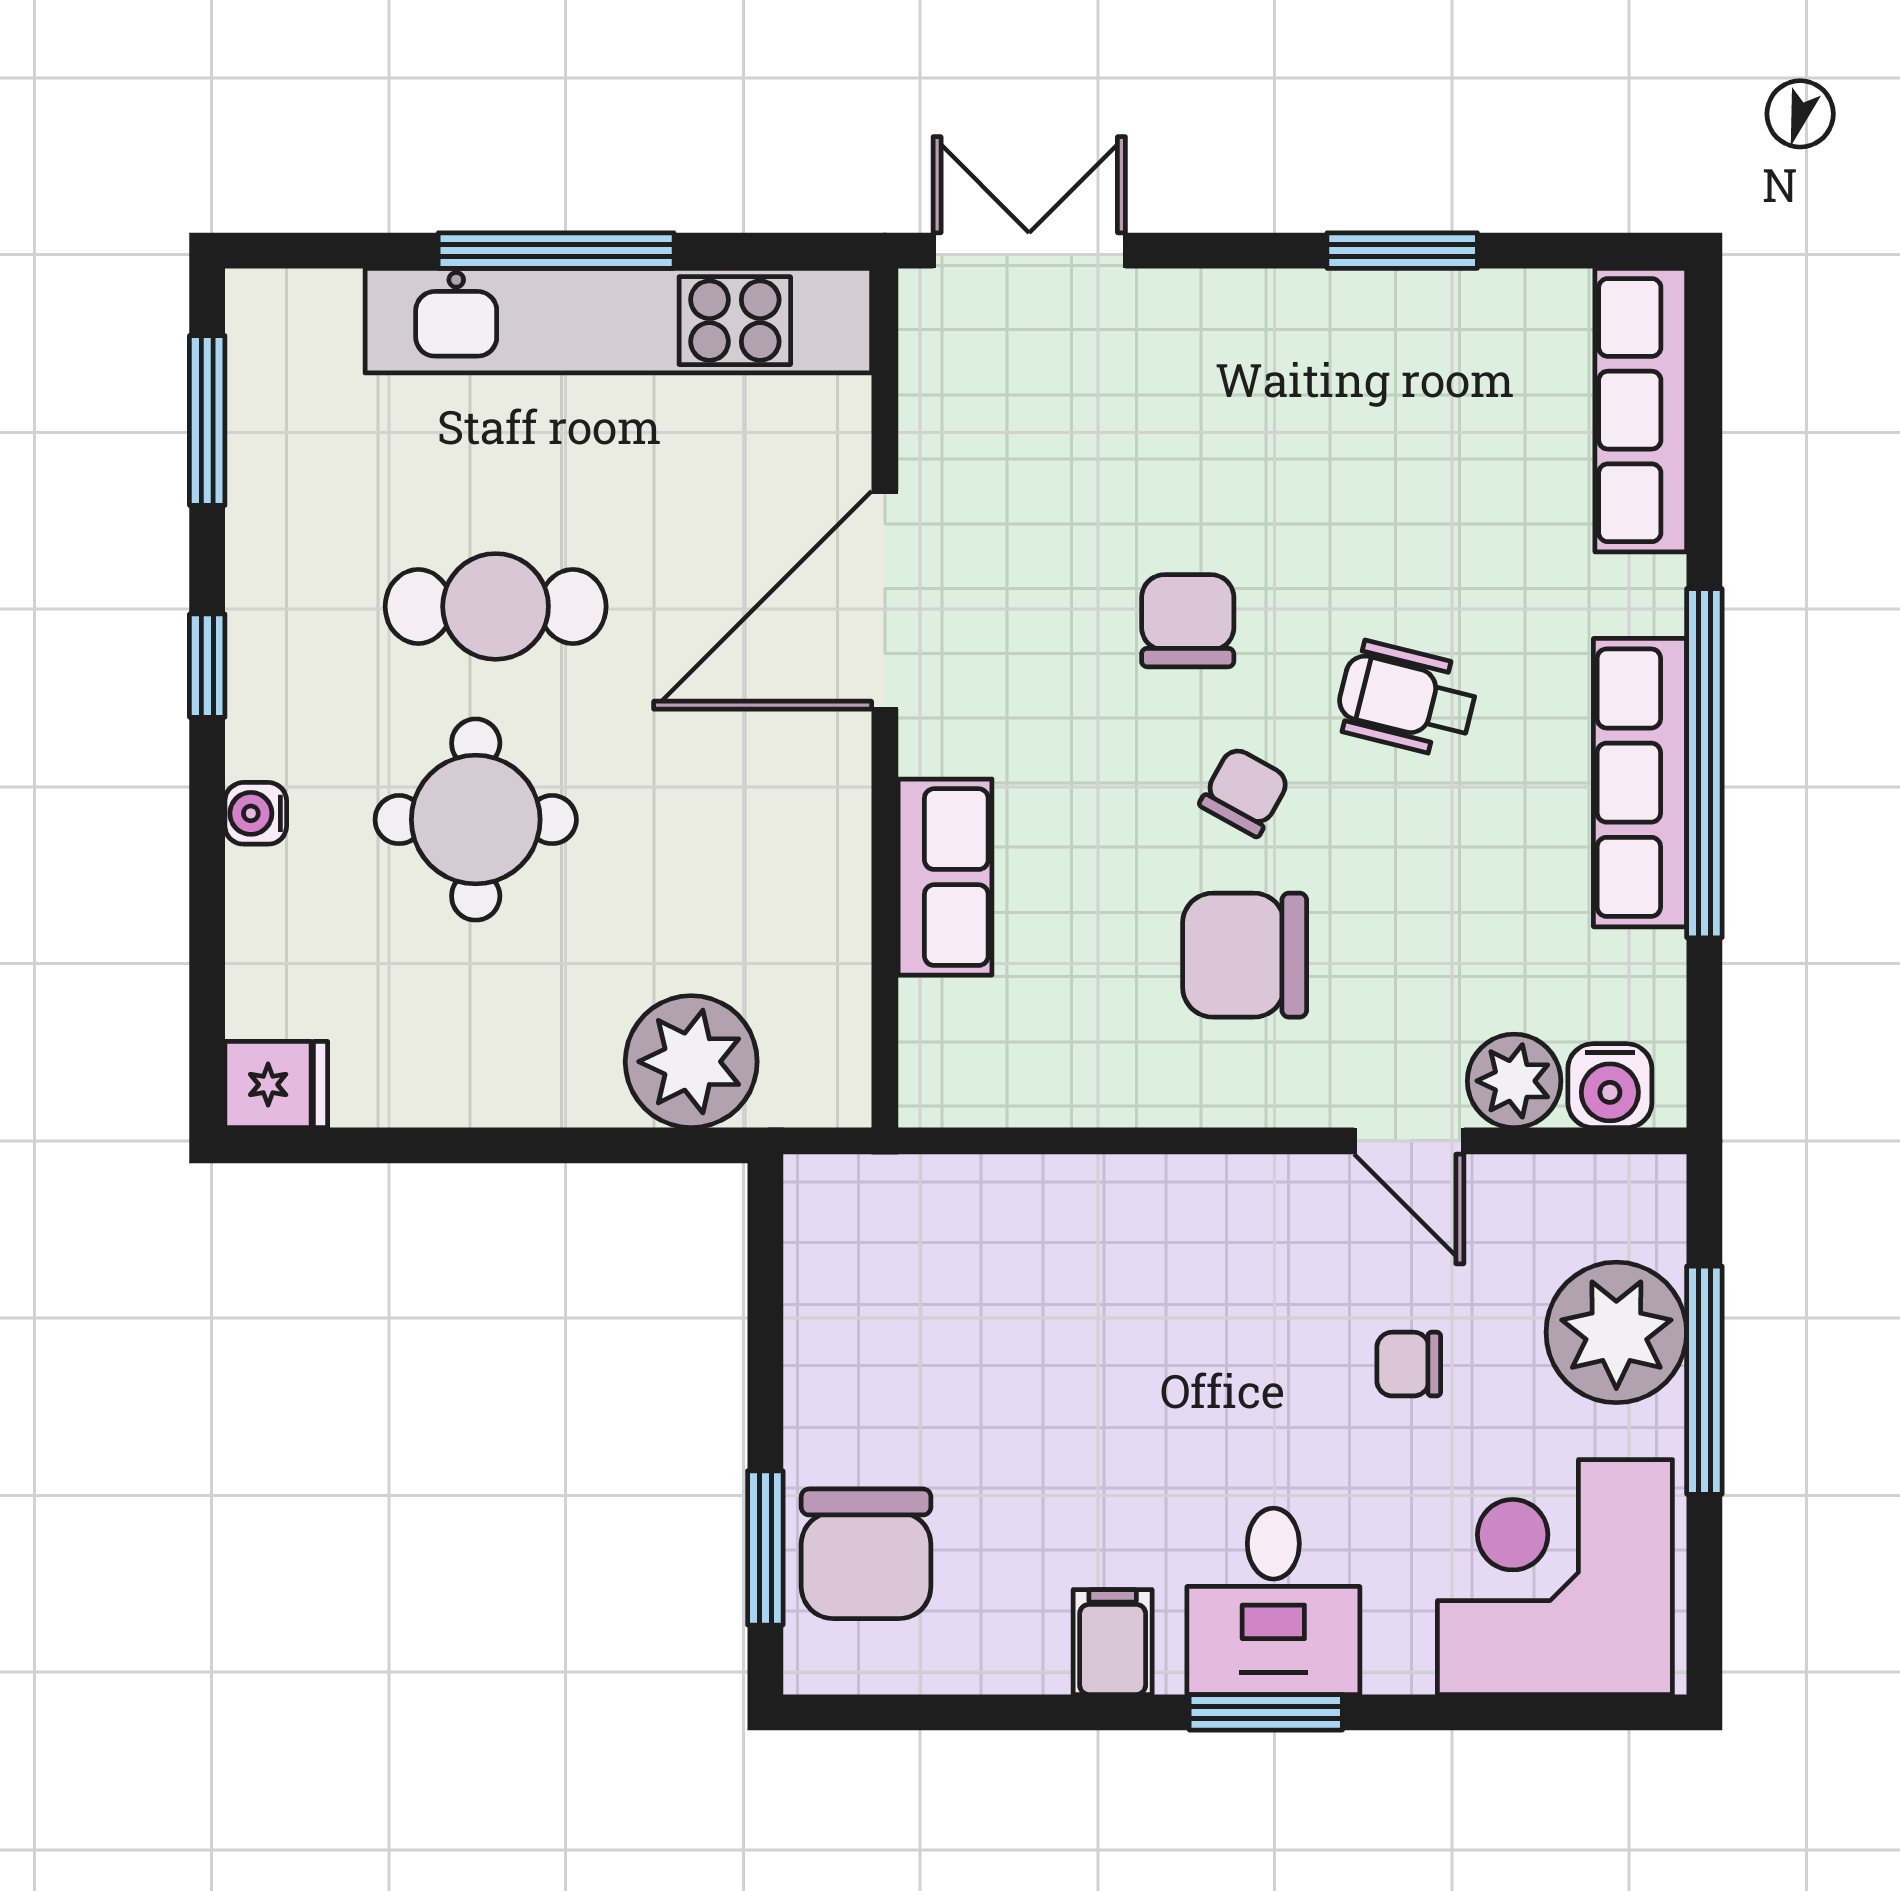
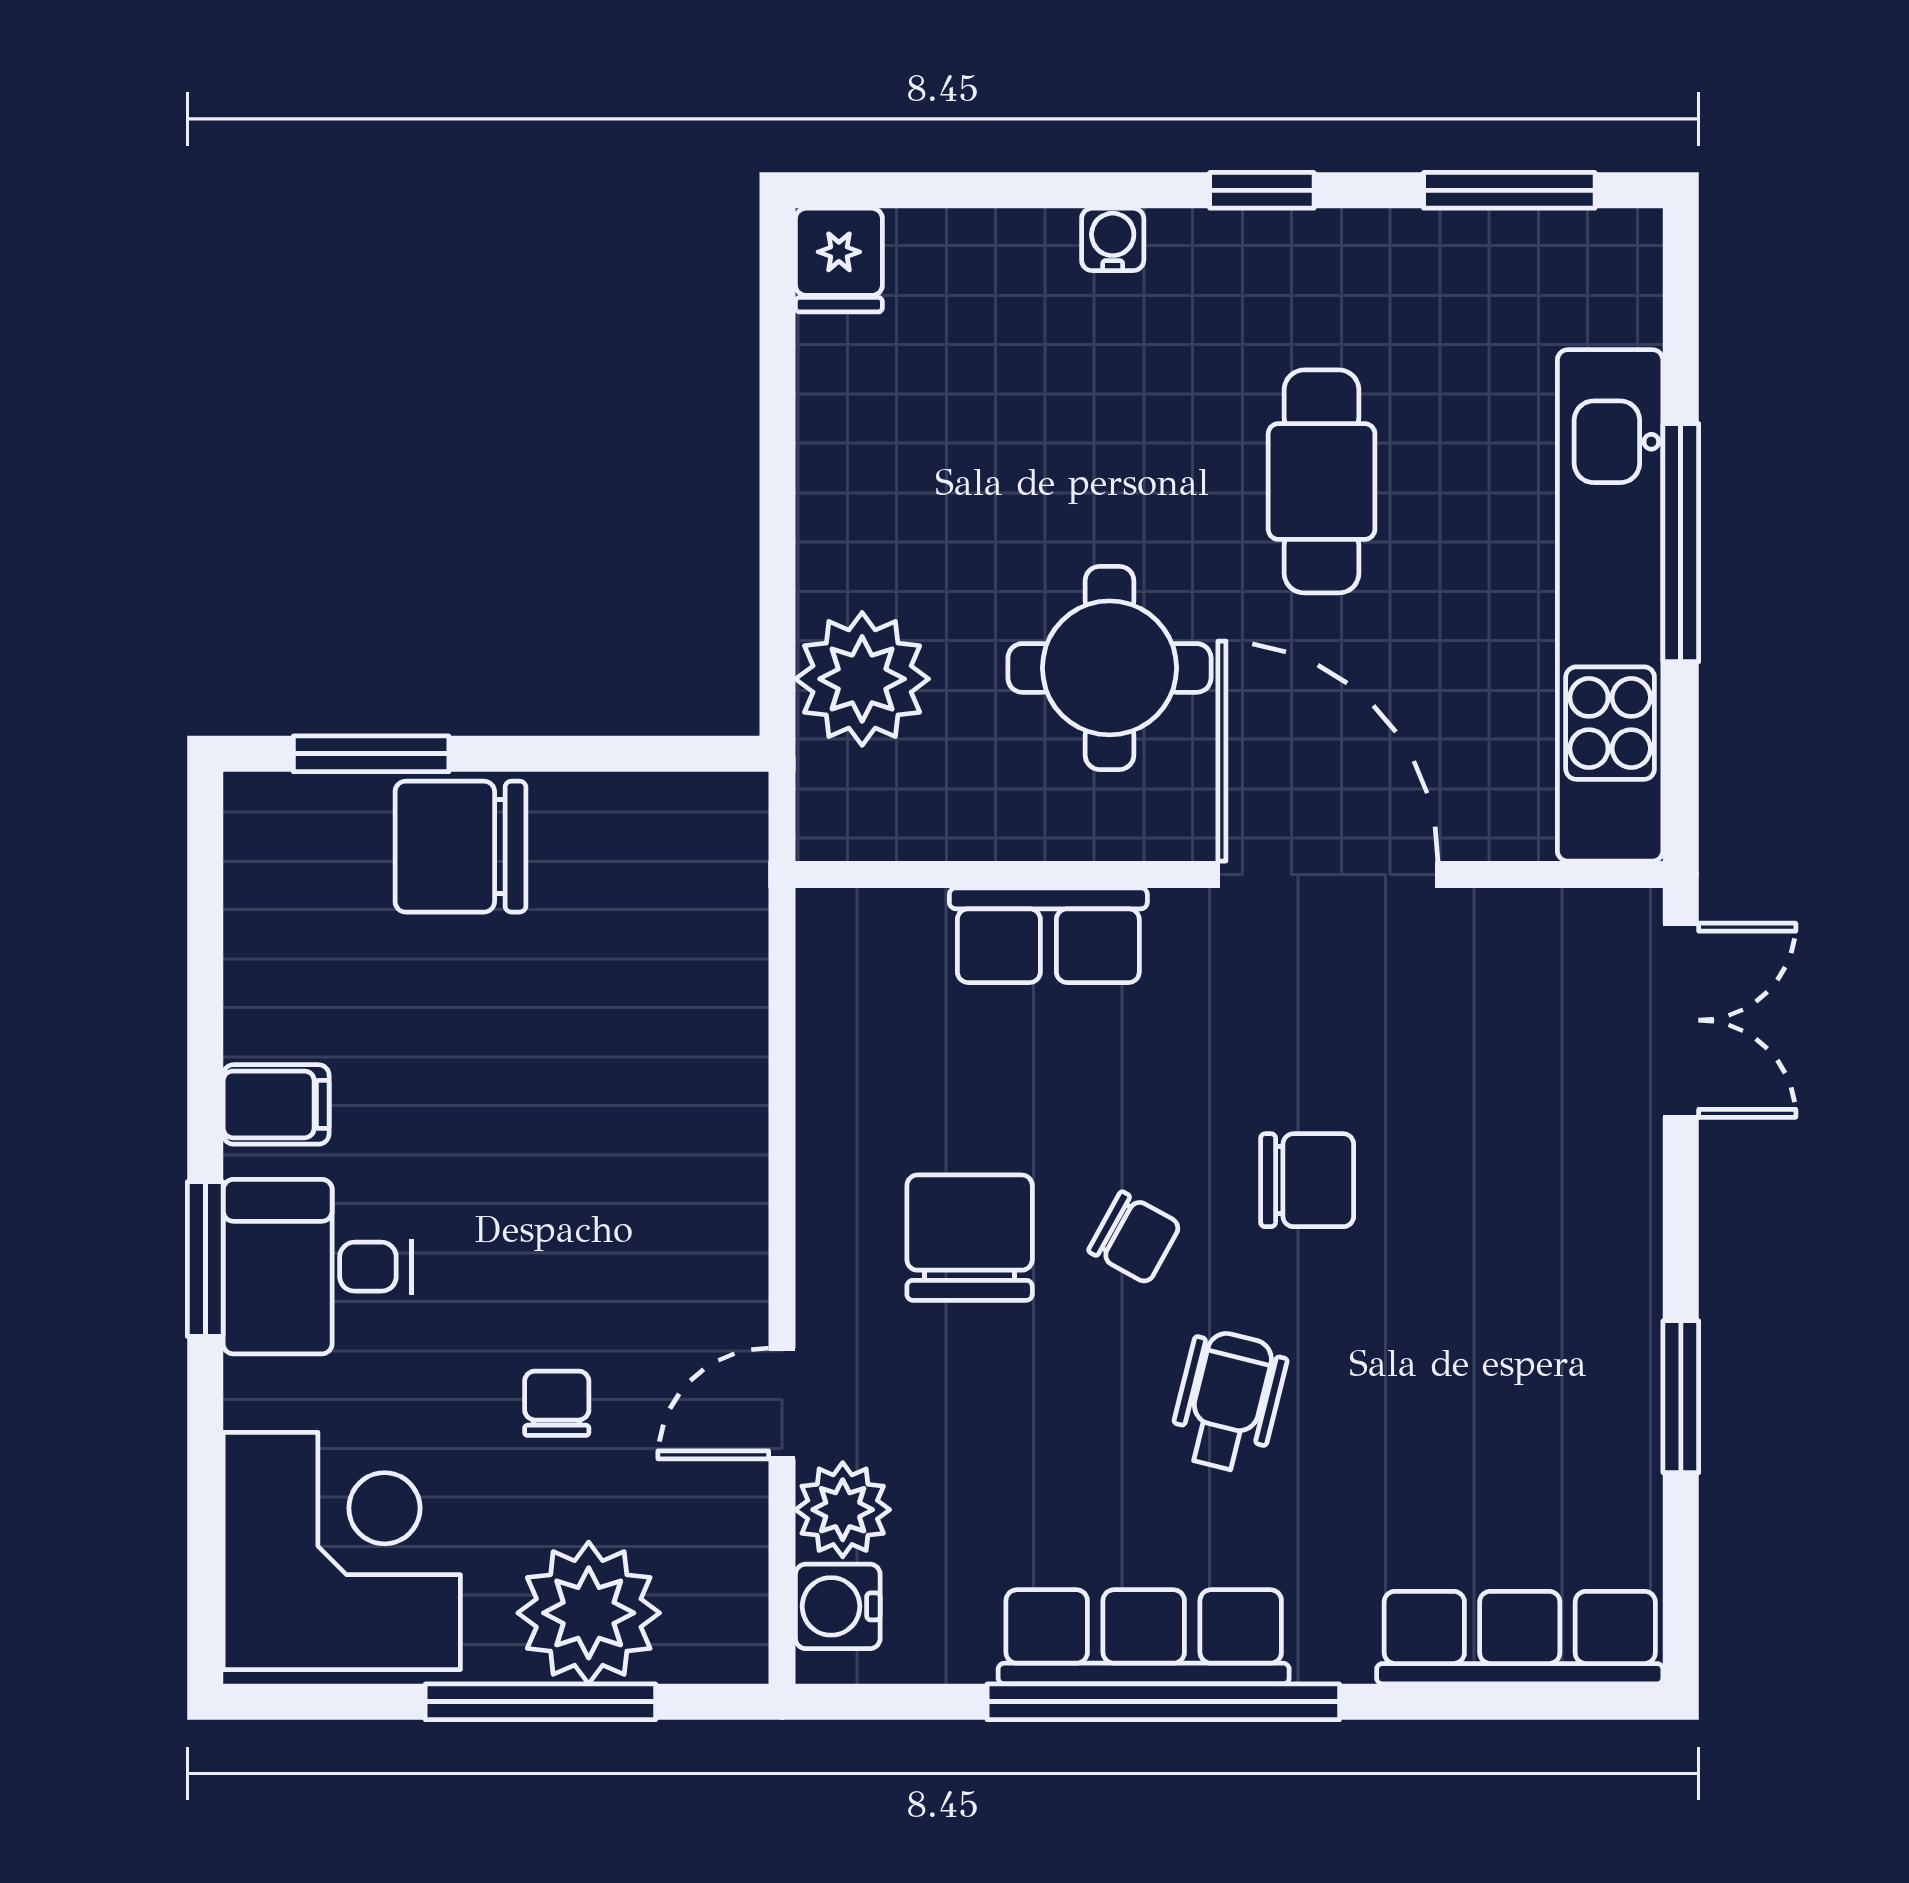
round table: (476, 820) -> (1109, 668), moved
chair: (866, 1554) -> (461, 847), moved

